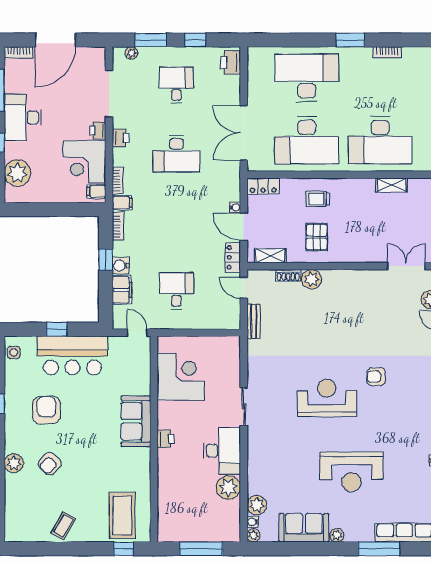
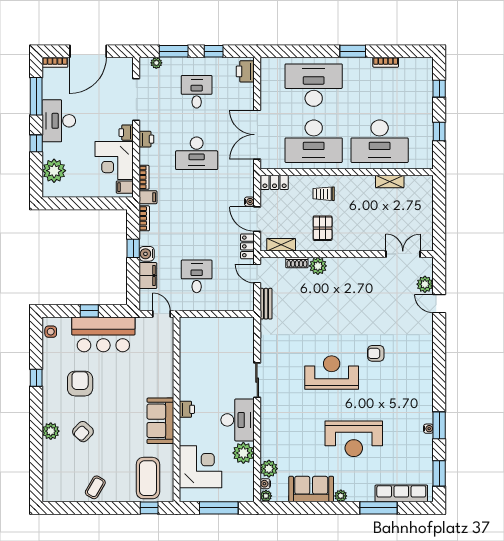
corner desk: (181, 377) -> (201, 467), moved
sofa: (136, 421) -> (160, 421), moved

